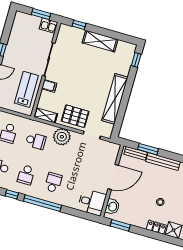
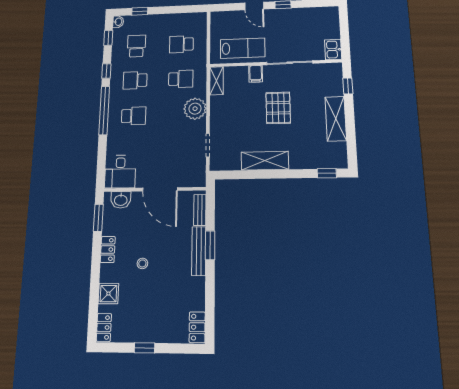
window: (41, 14) -> (345, 36), removed
shelving: (115, 99) -> (265, 161), width x0.68
pallet: (75, 116) -> (278, 108), moved
school desk: (36, 141) -> (181, 79), turned -90
window: (148, 149) -> (210, 245), moved
locker: (156, 227) -> (108, 249), moved

